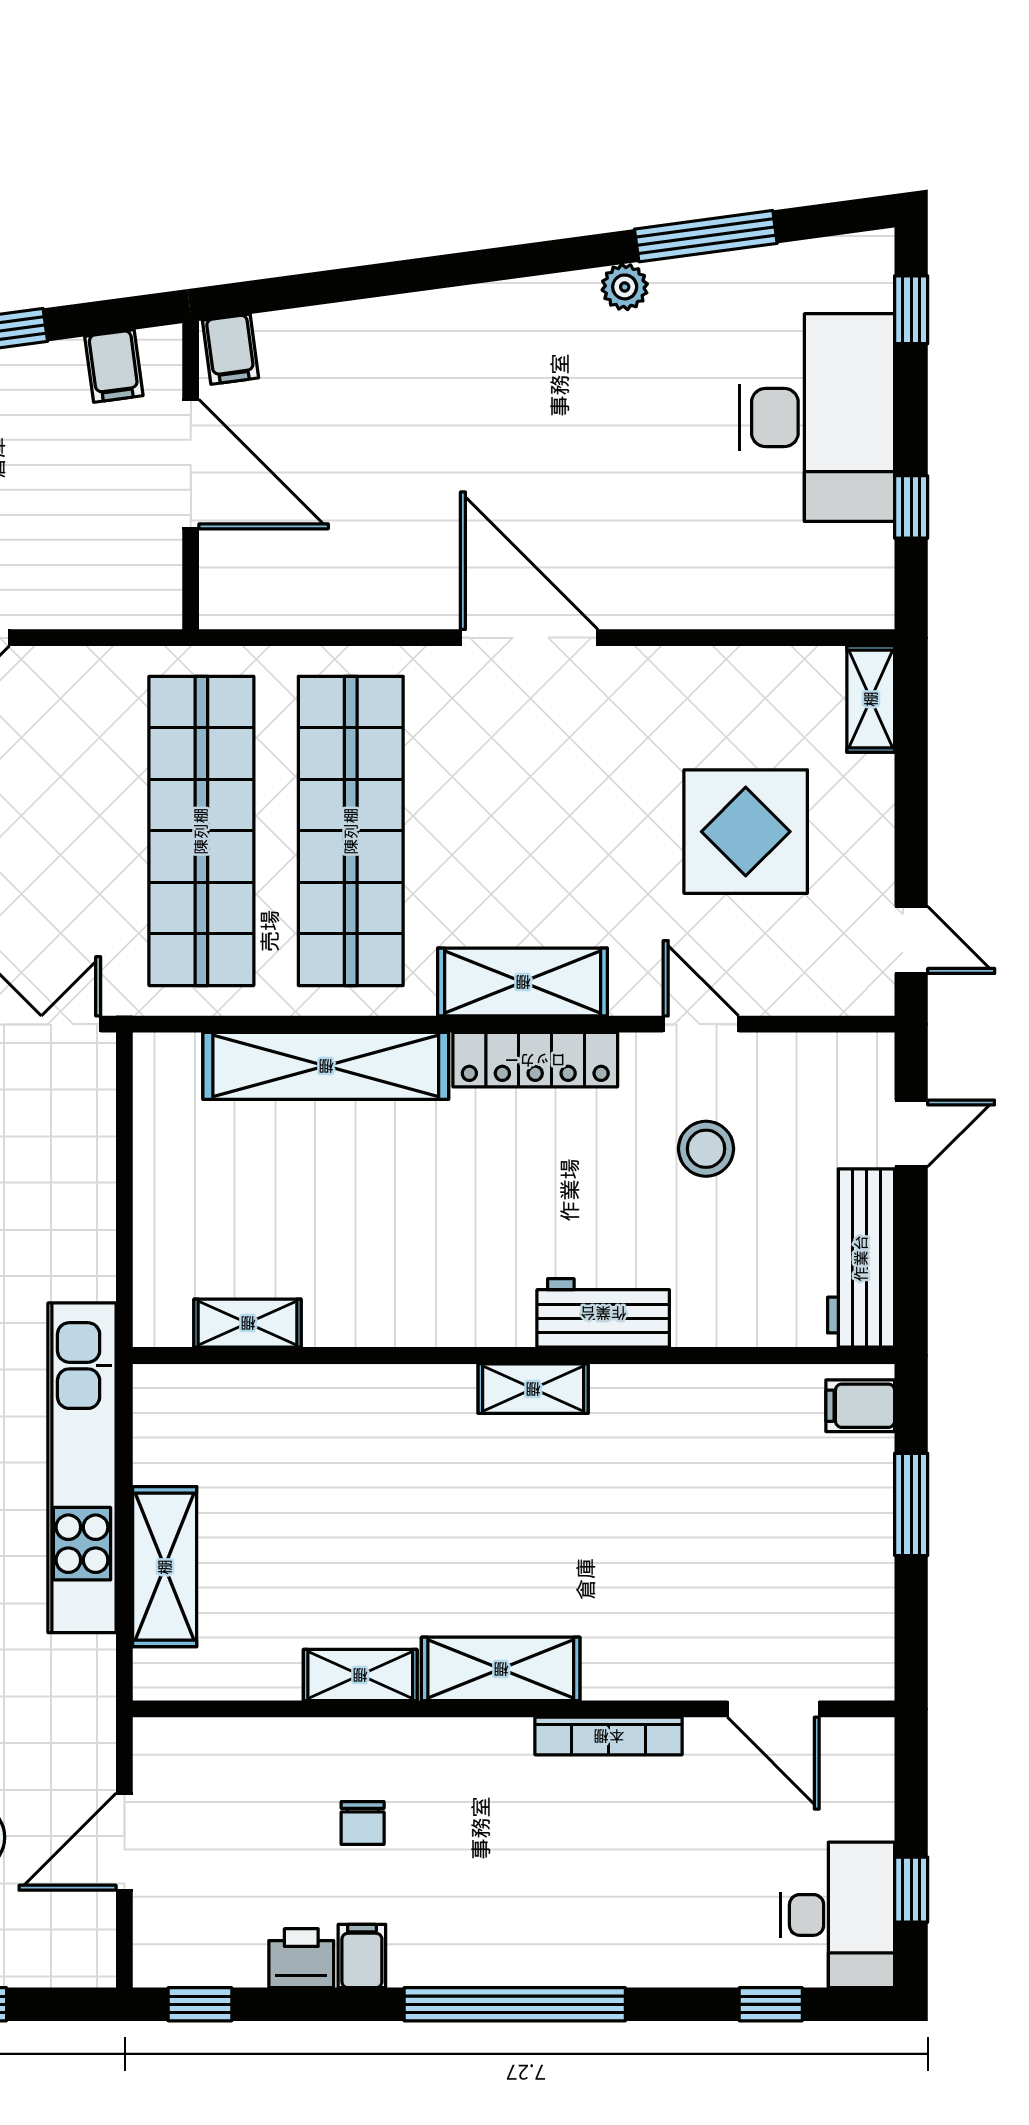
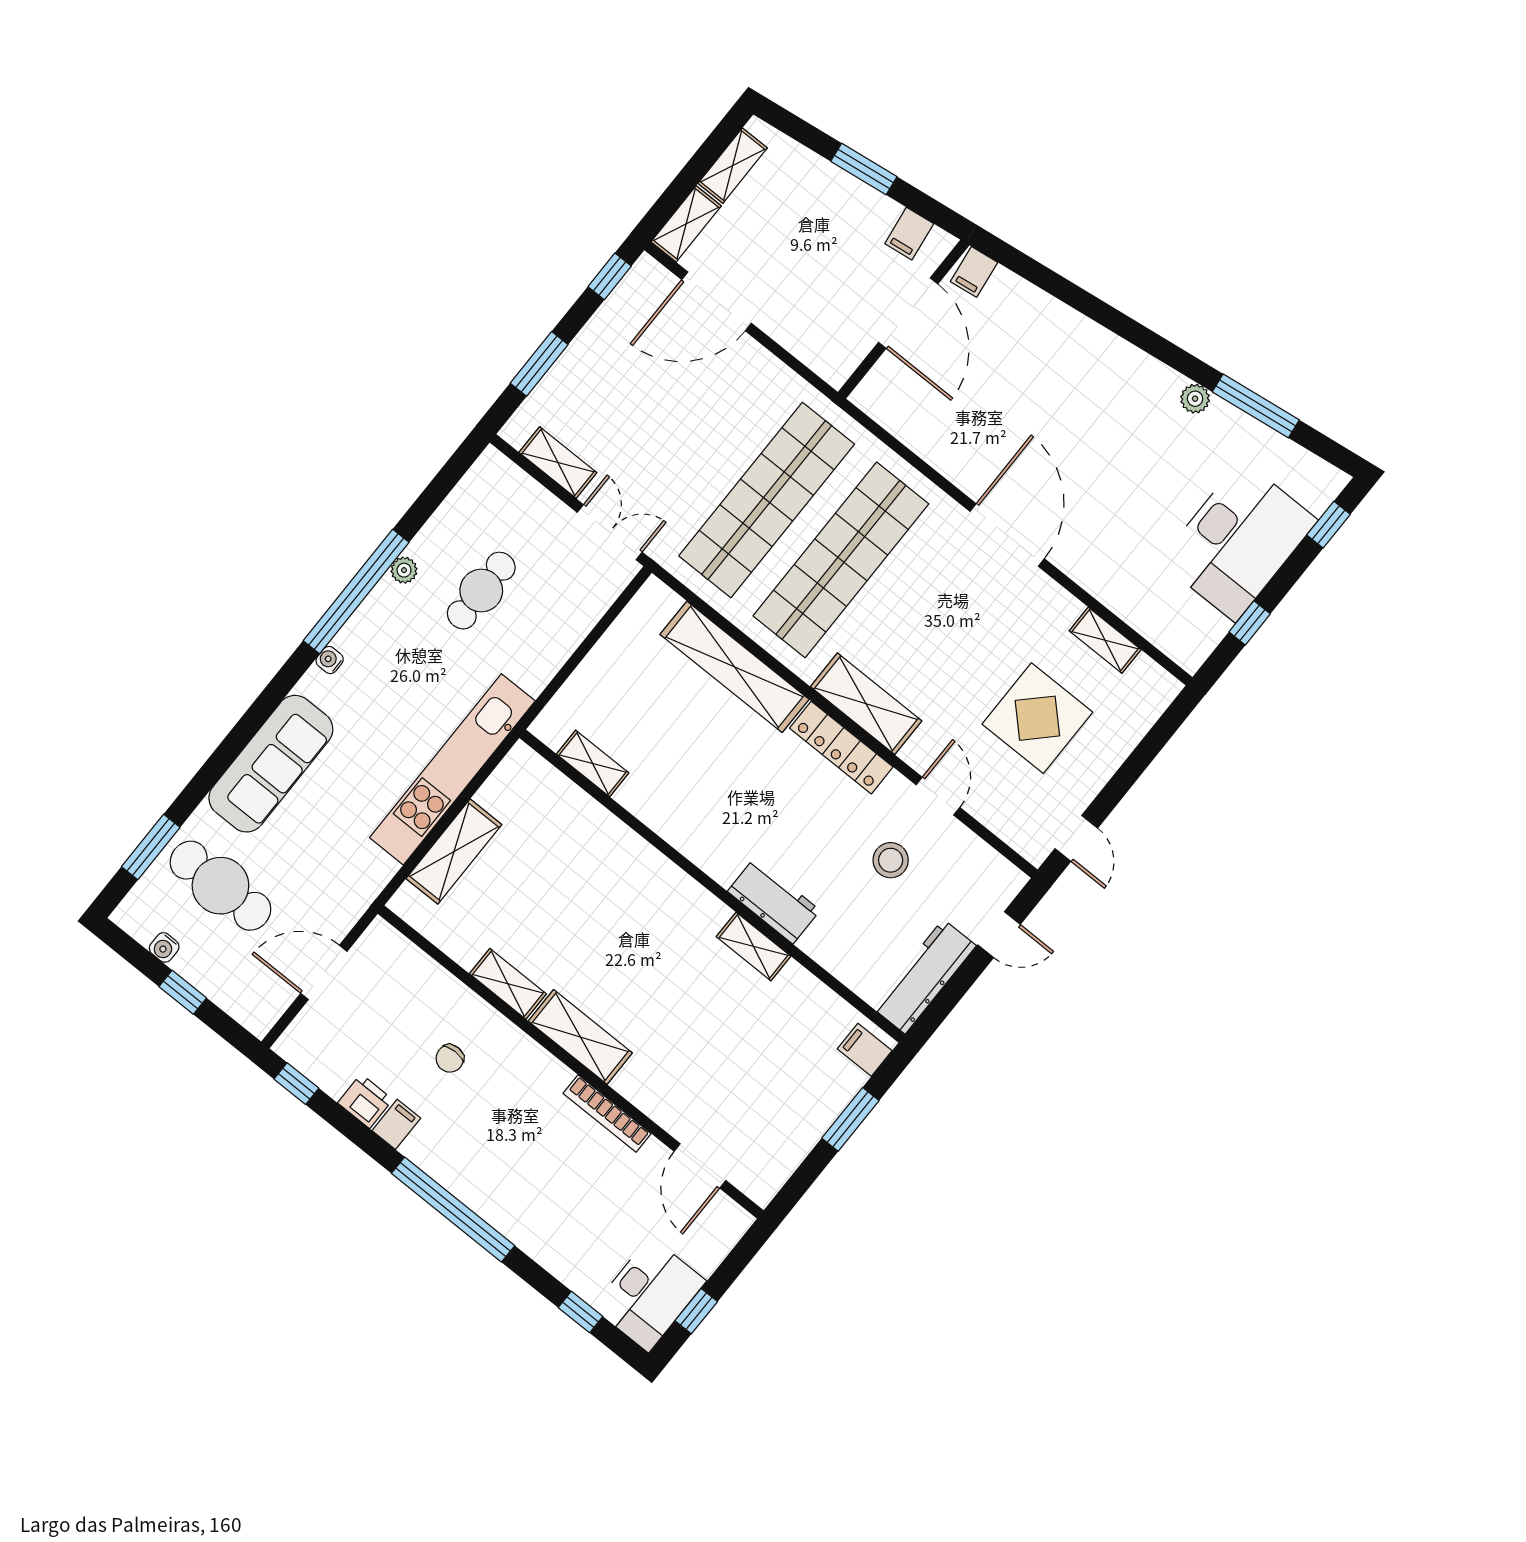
shelving: (871, 699) -> (1105, 640), moved, turned 90
shelving: (533, 1389) -> (753, 946), moved

